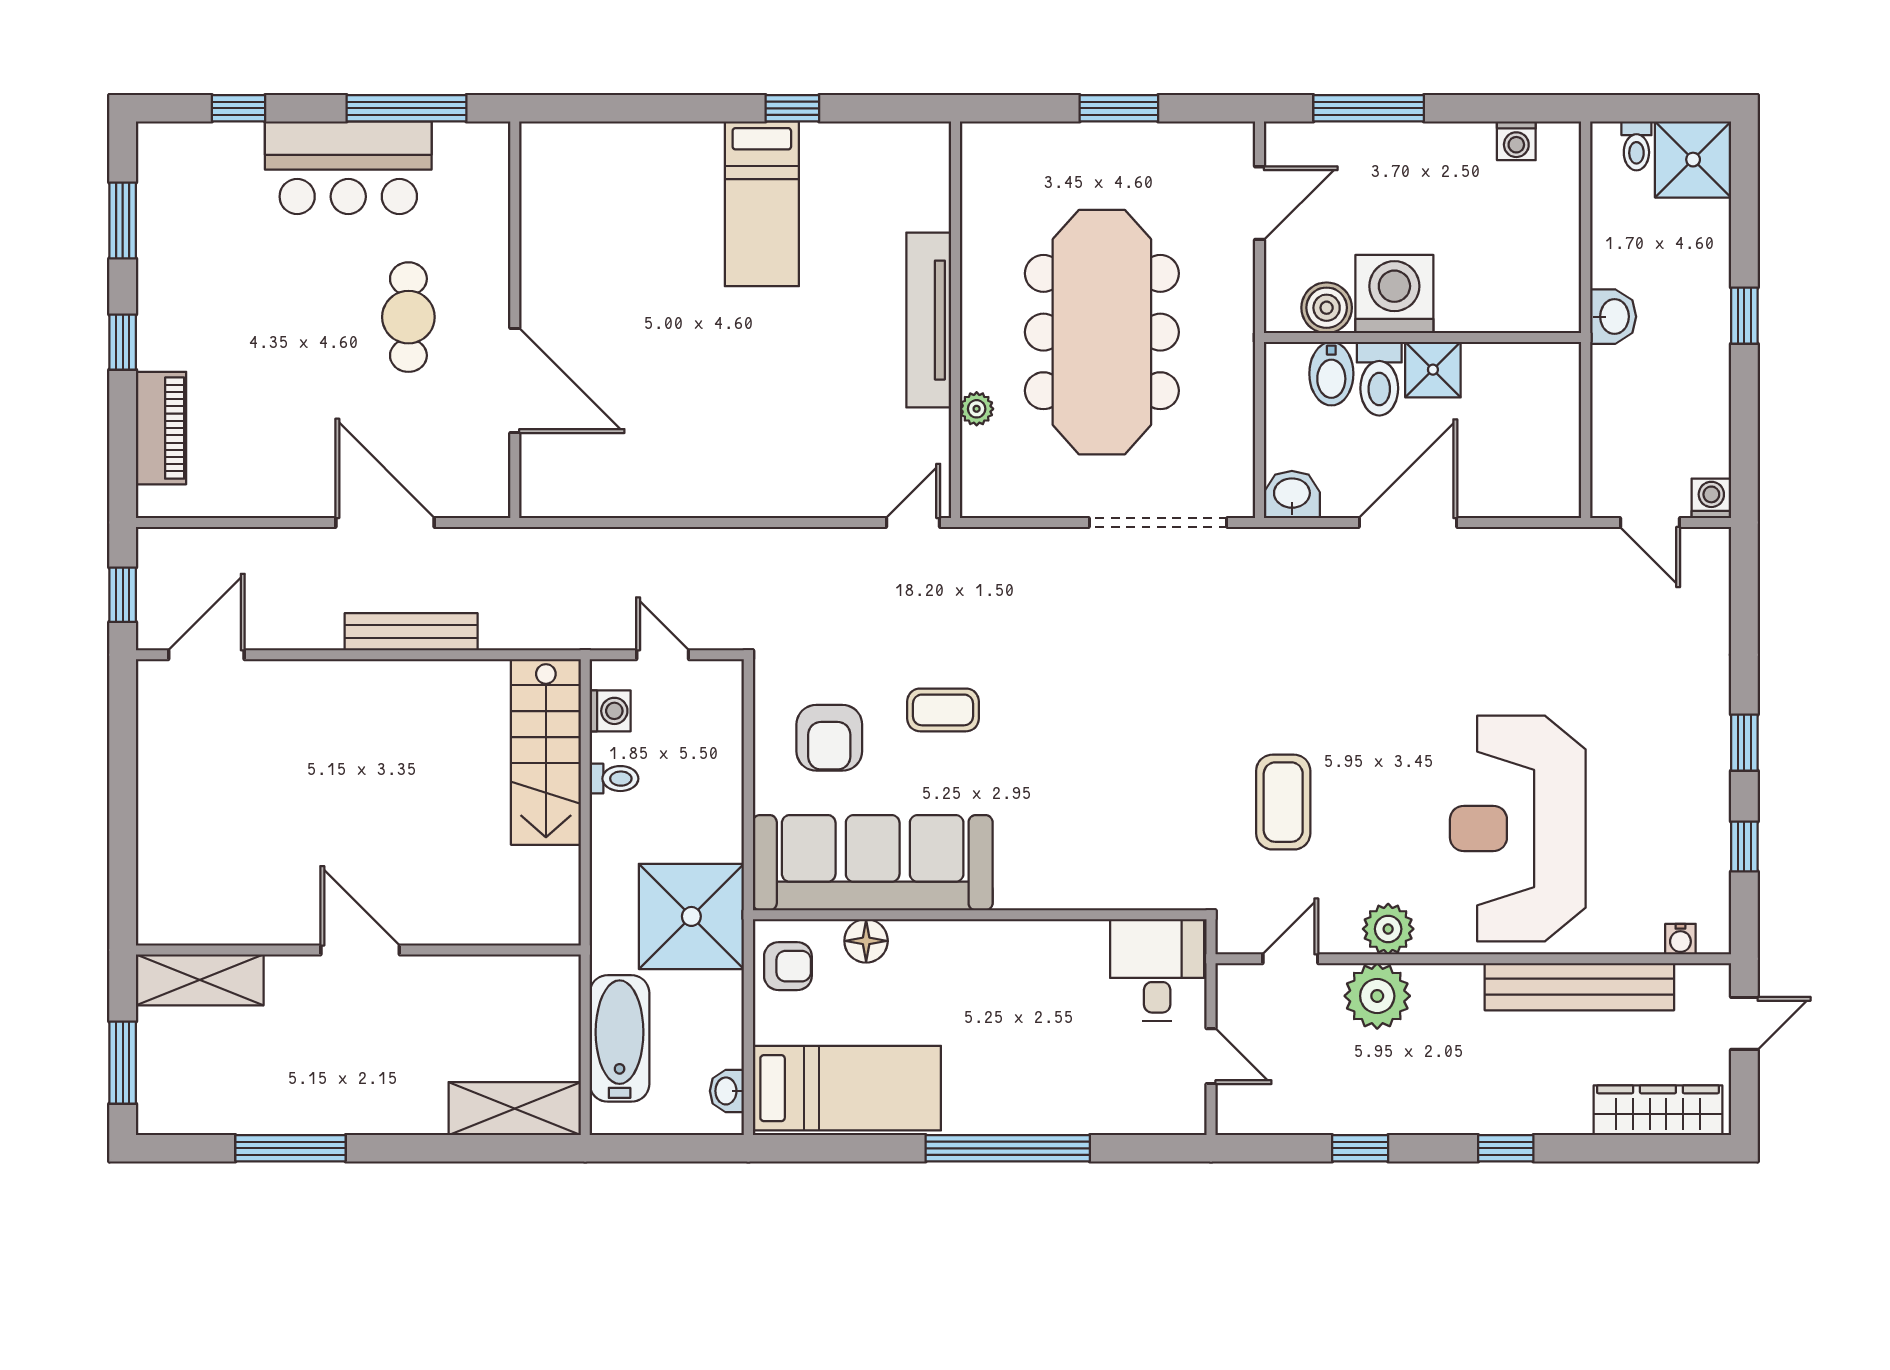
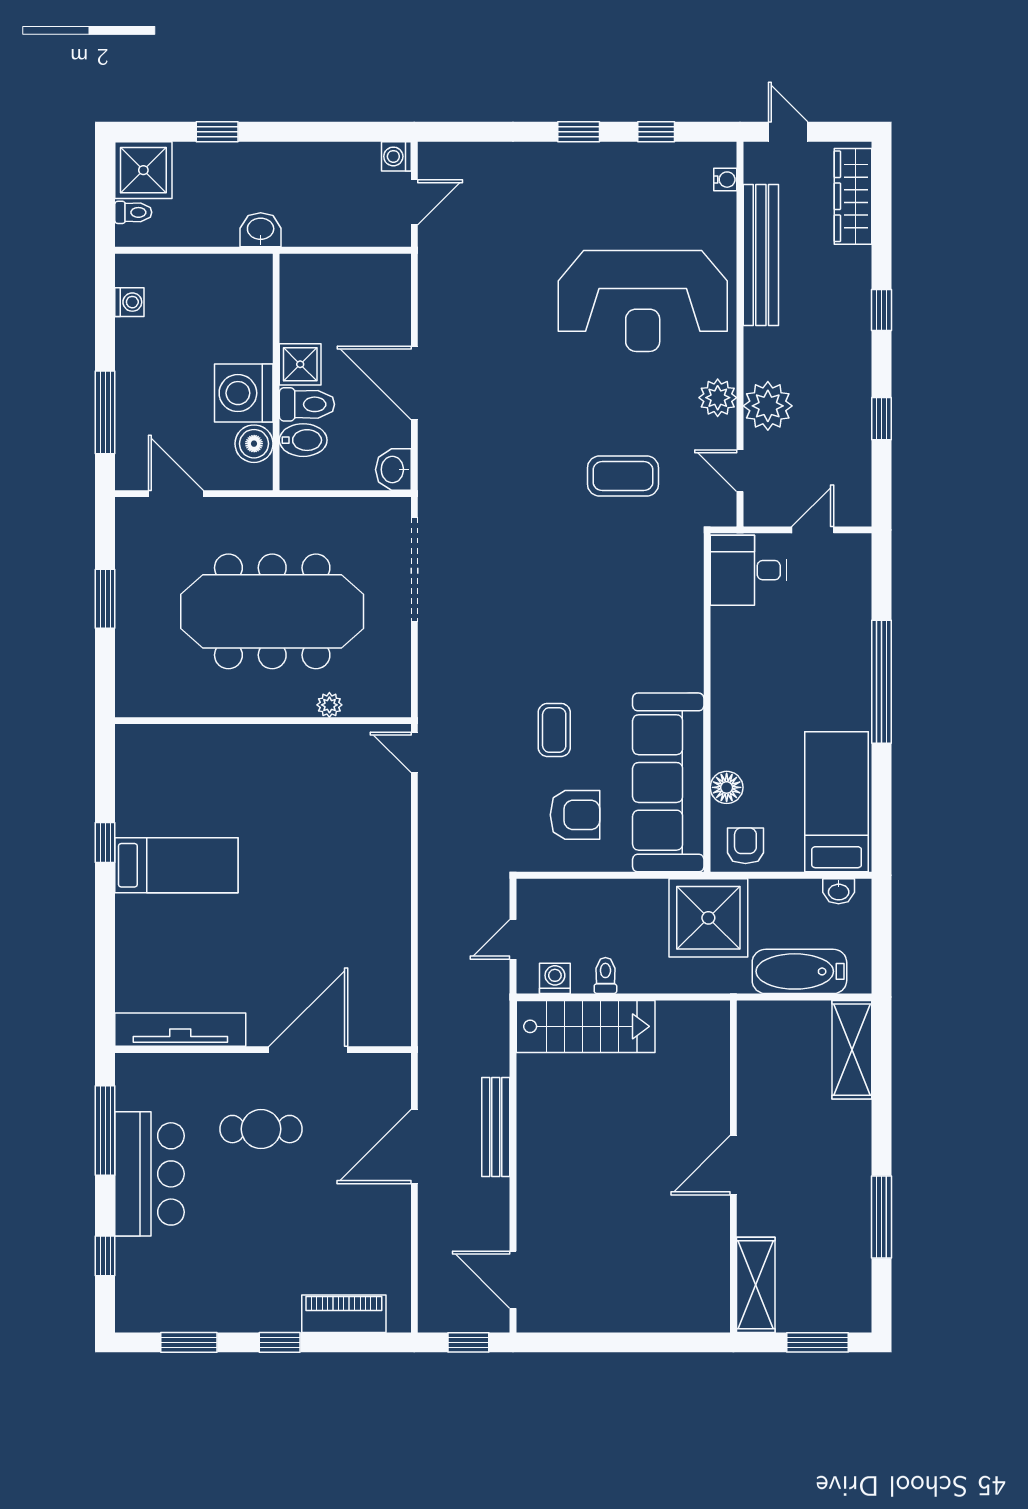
window: (1744, 316) -> (217, 132), moved
tv unit: (929, 320) -> (180, 1030), moved, turned 180

